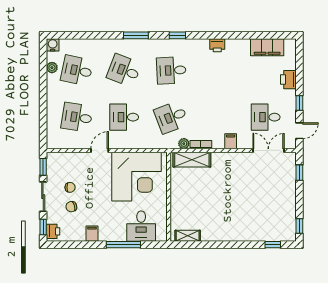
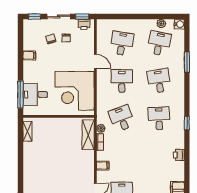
window: (136, 35) -> (187, 62), moved
desk: (124, 70) -> (159, 81), turned -30
printer: (53, 231) -> (84, 24), moved
window: (123, 245) -> (20, 94), moved

